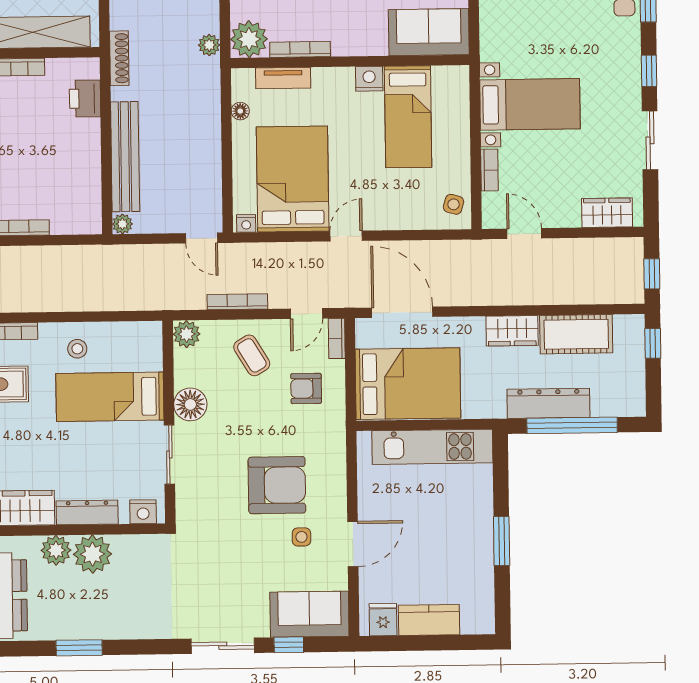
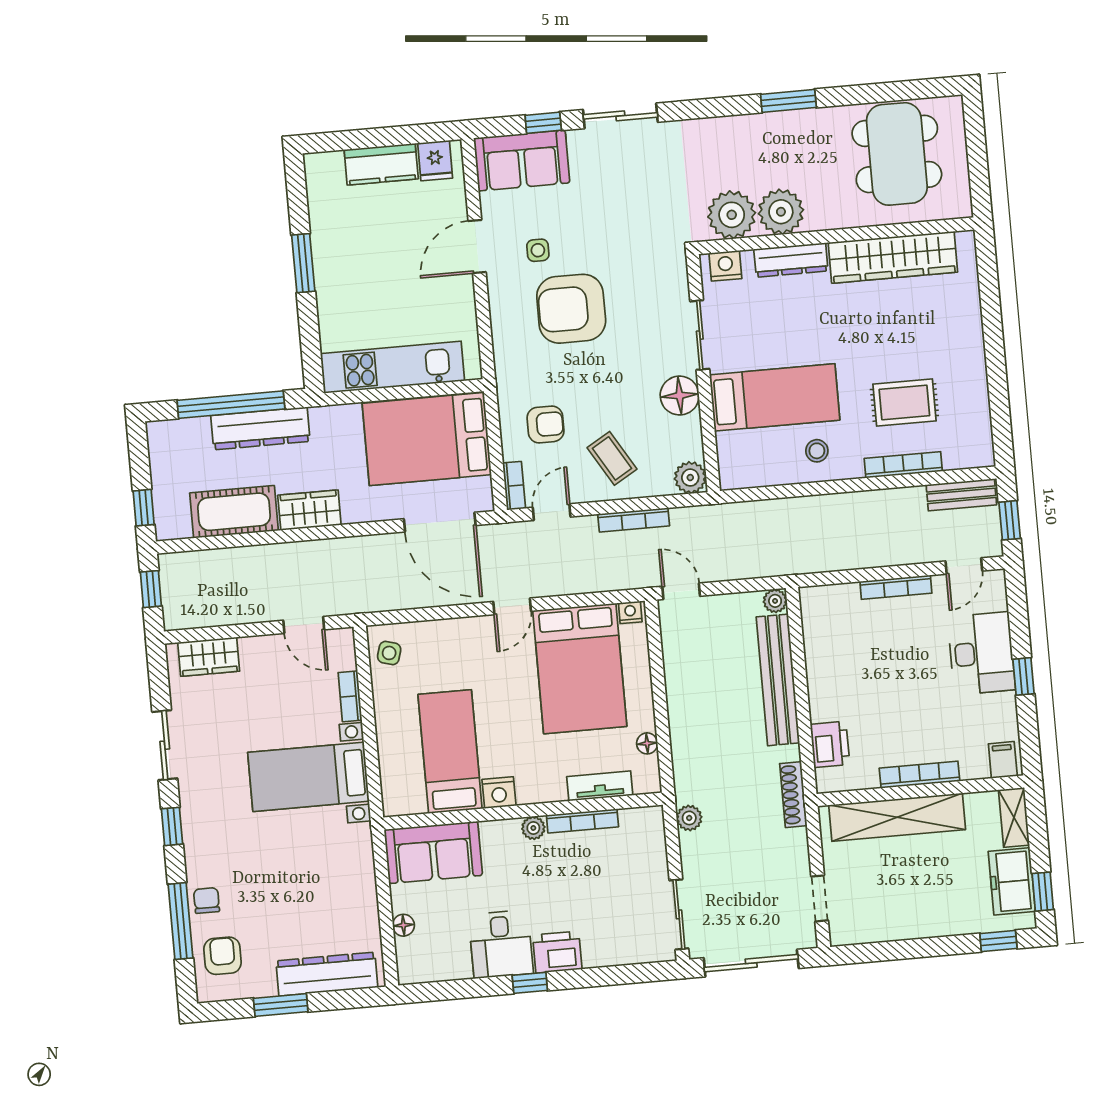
plant: (249, 39) -> (533, 828), moved, width x0.53, depth x0.53
plant: (56, 550) -> (732, 215), moved, width x1.36, depth x1.36

